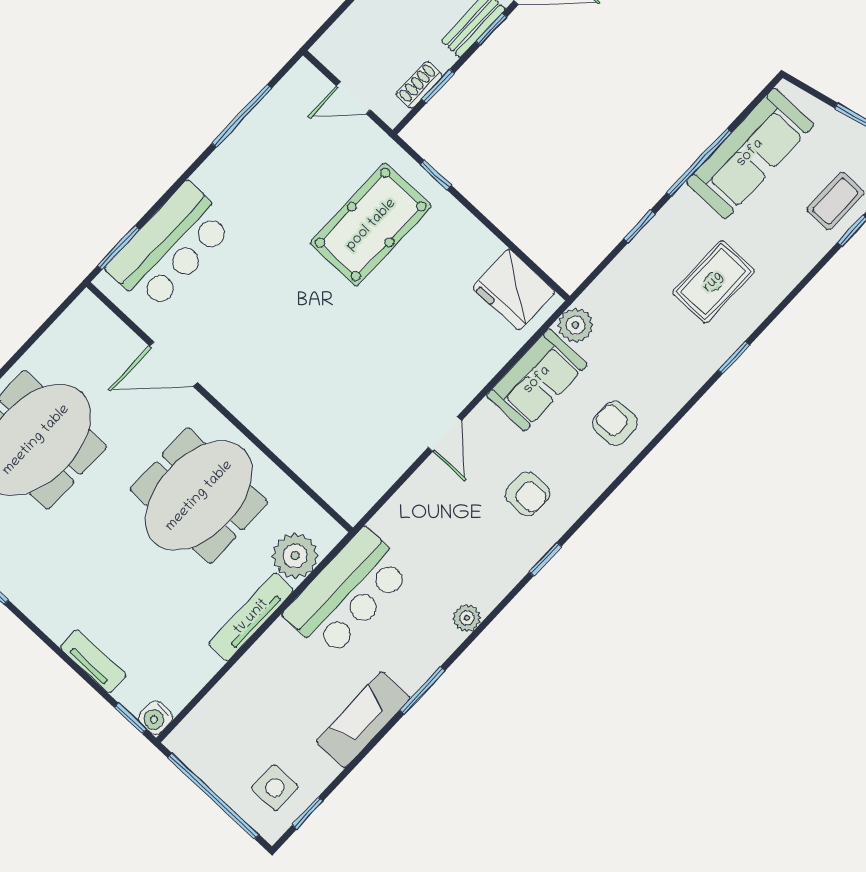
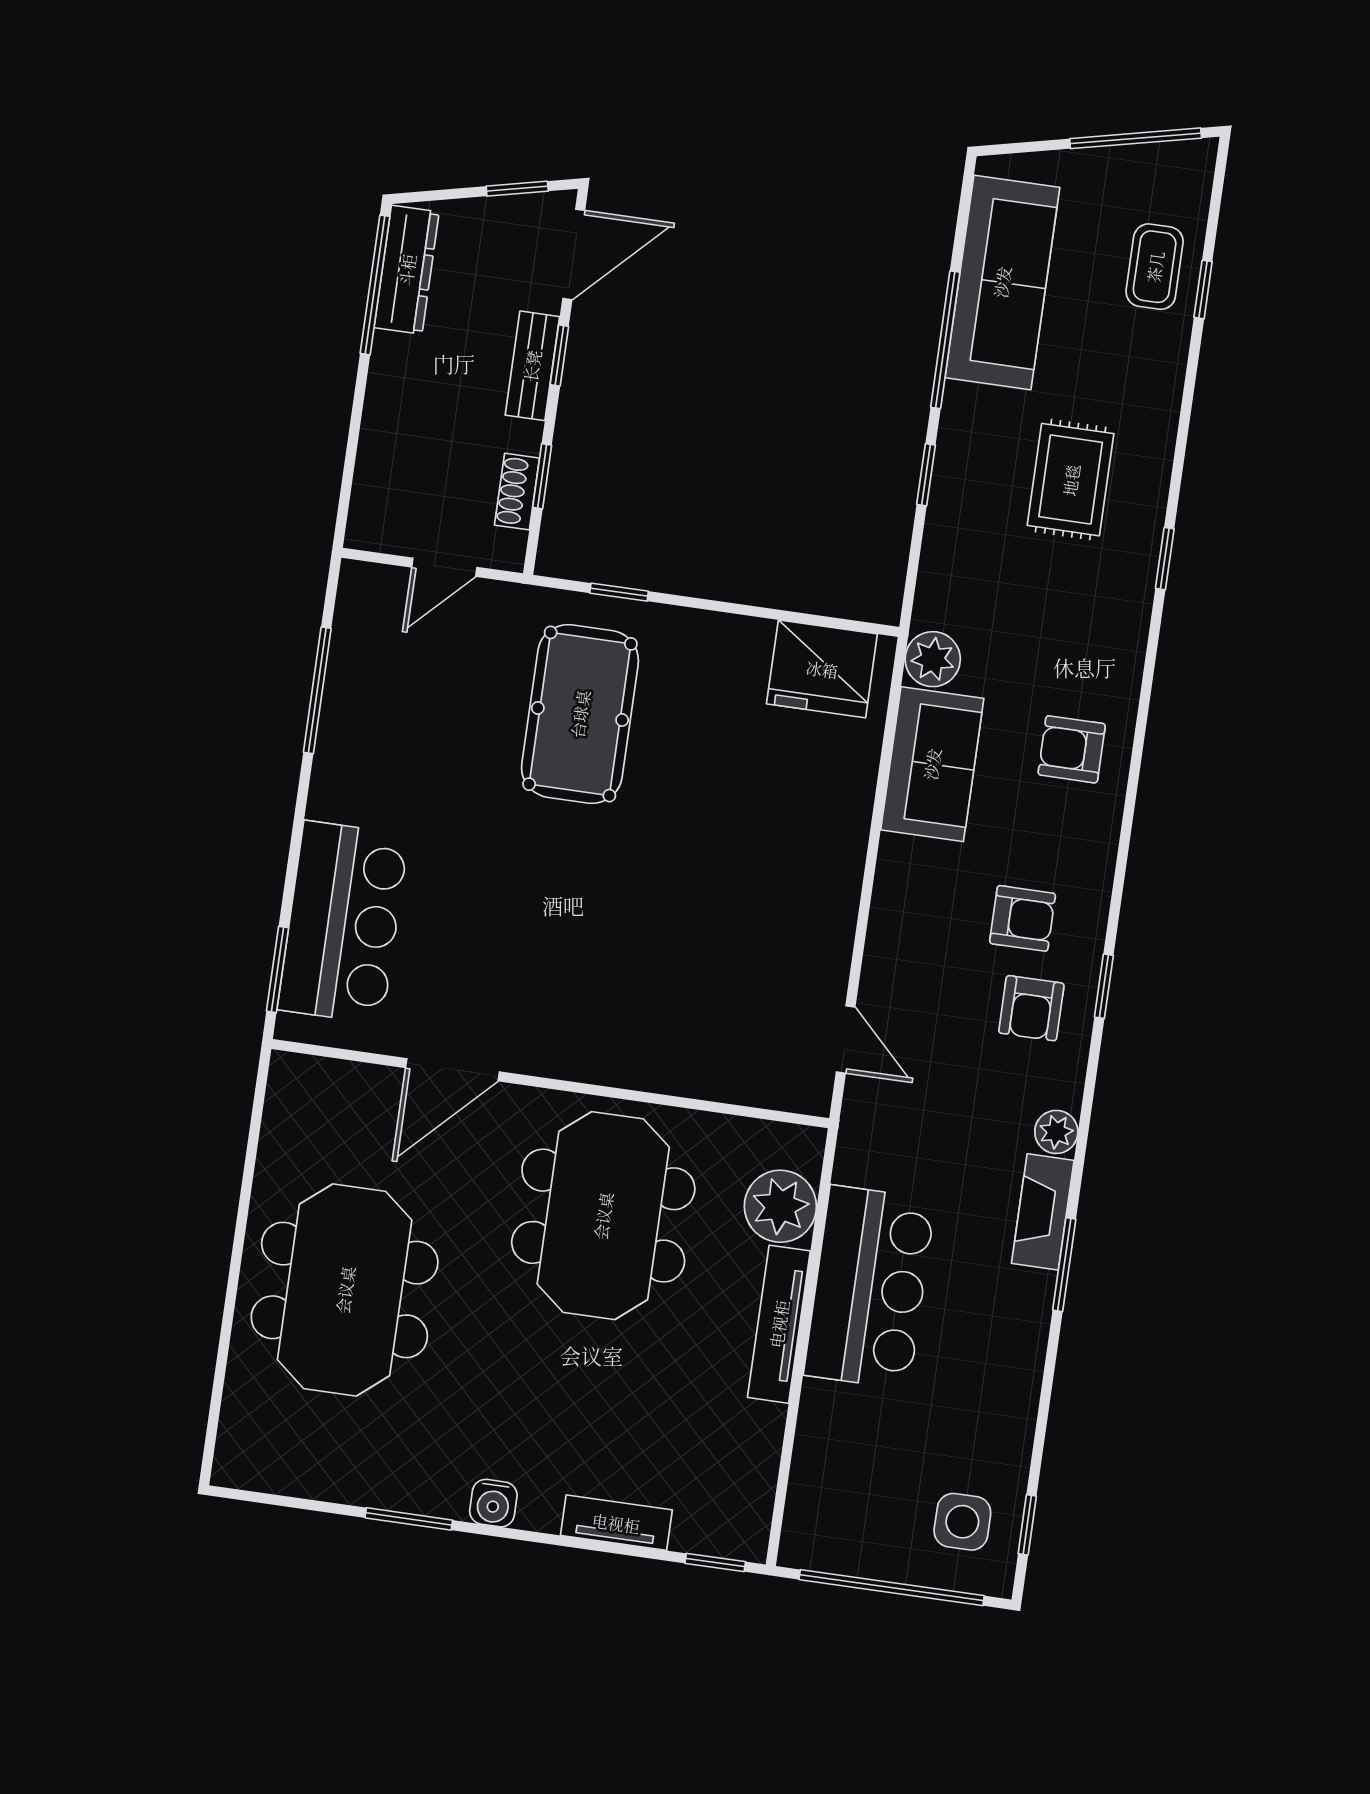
door: (445, 434) -> (846, 1040), moved
armchair: (499, 544) -> (1031, 1008), added
bar counter: (348, 593) -> (870, 1287), moved
water cooler: (155, 718) -> (493, 1503), moved
fireplace: (363, 720) -> (1043, 1212), moved, width x0.73, depth x0.76

